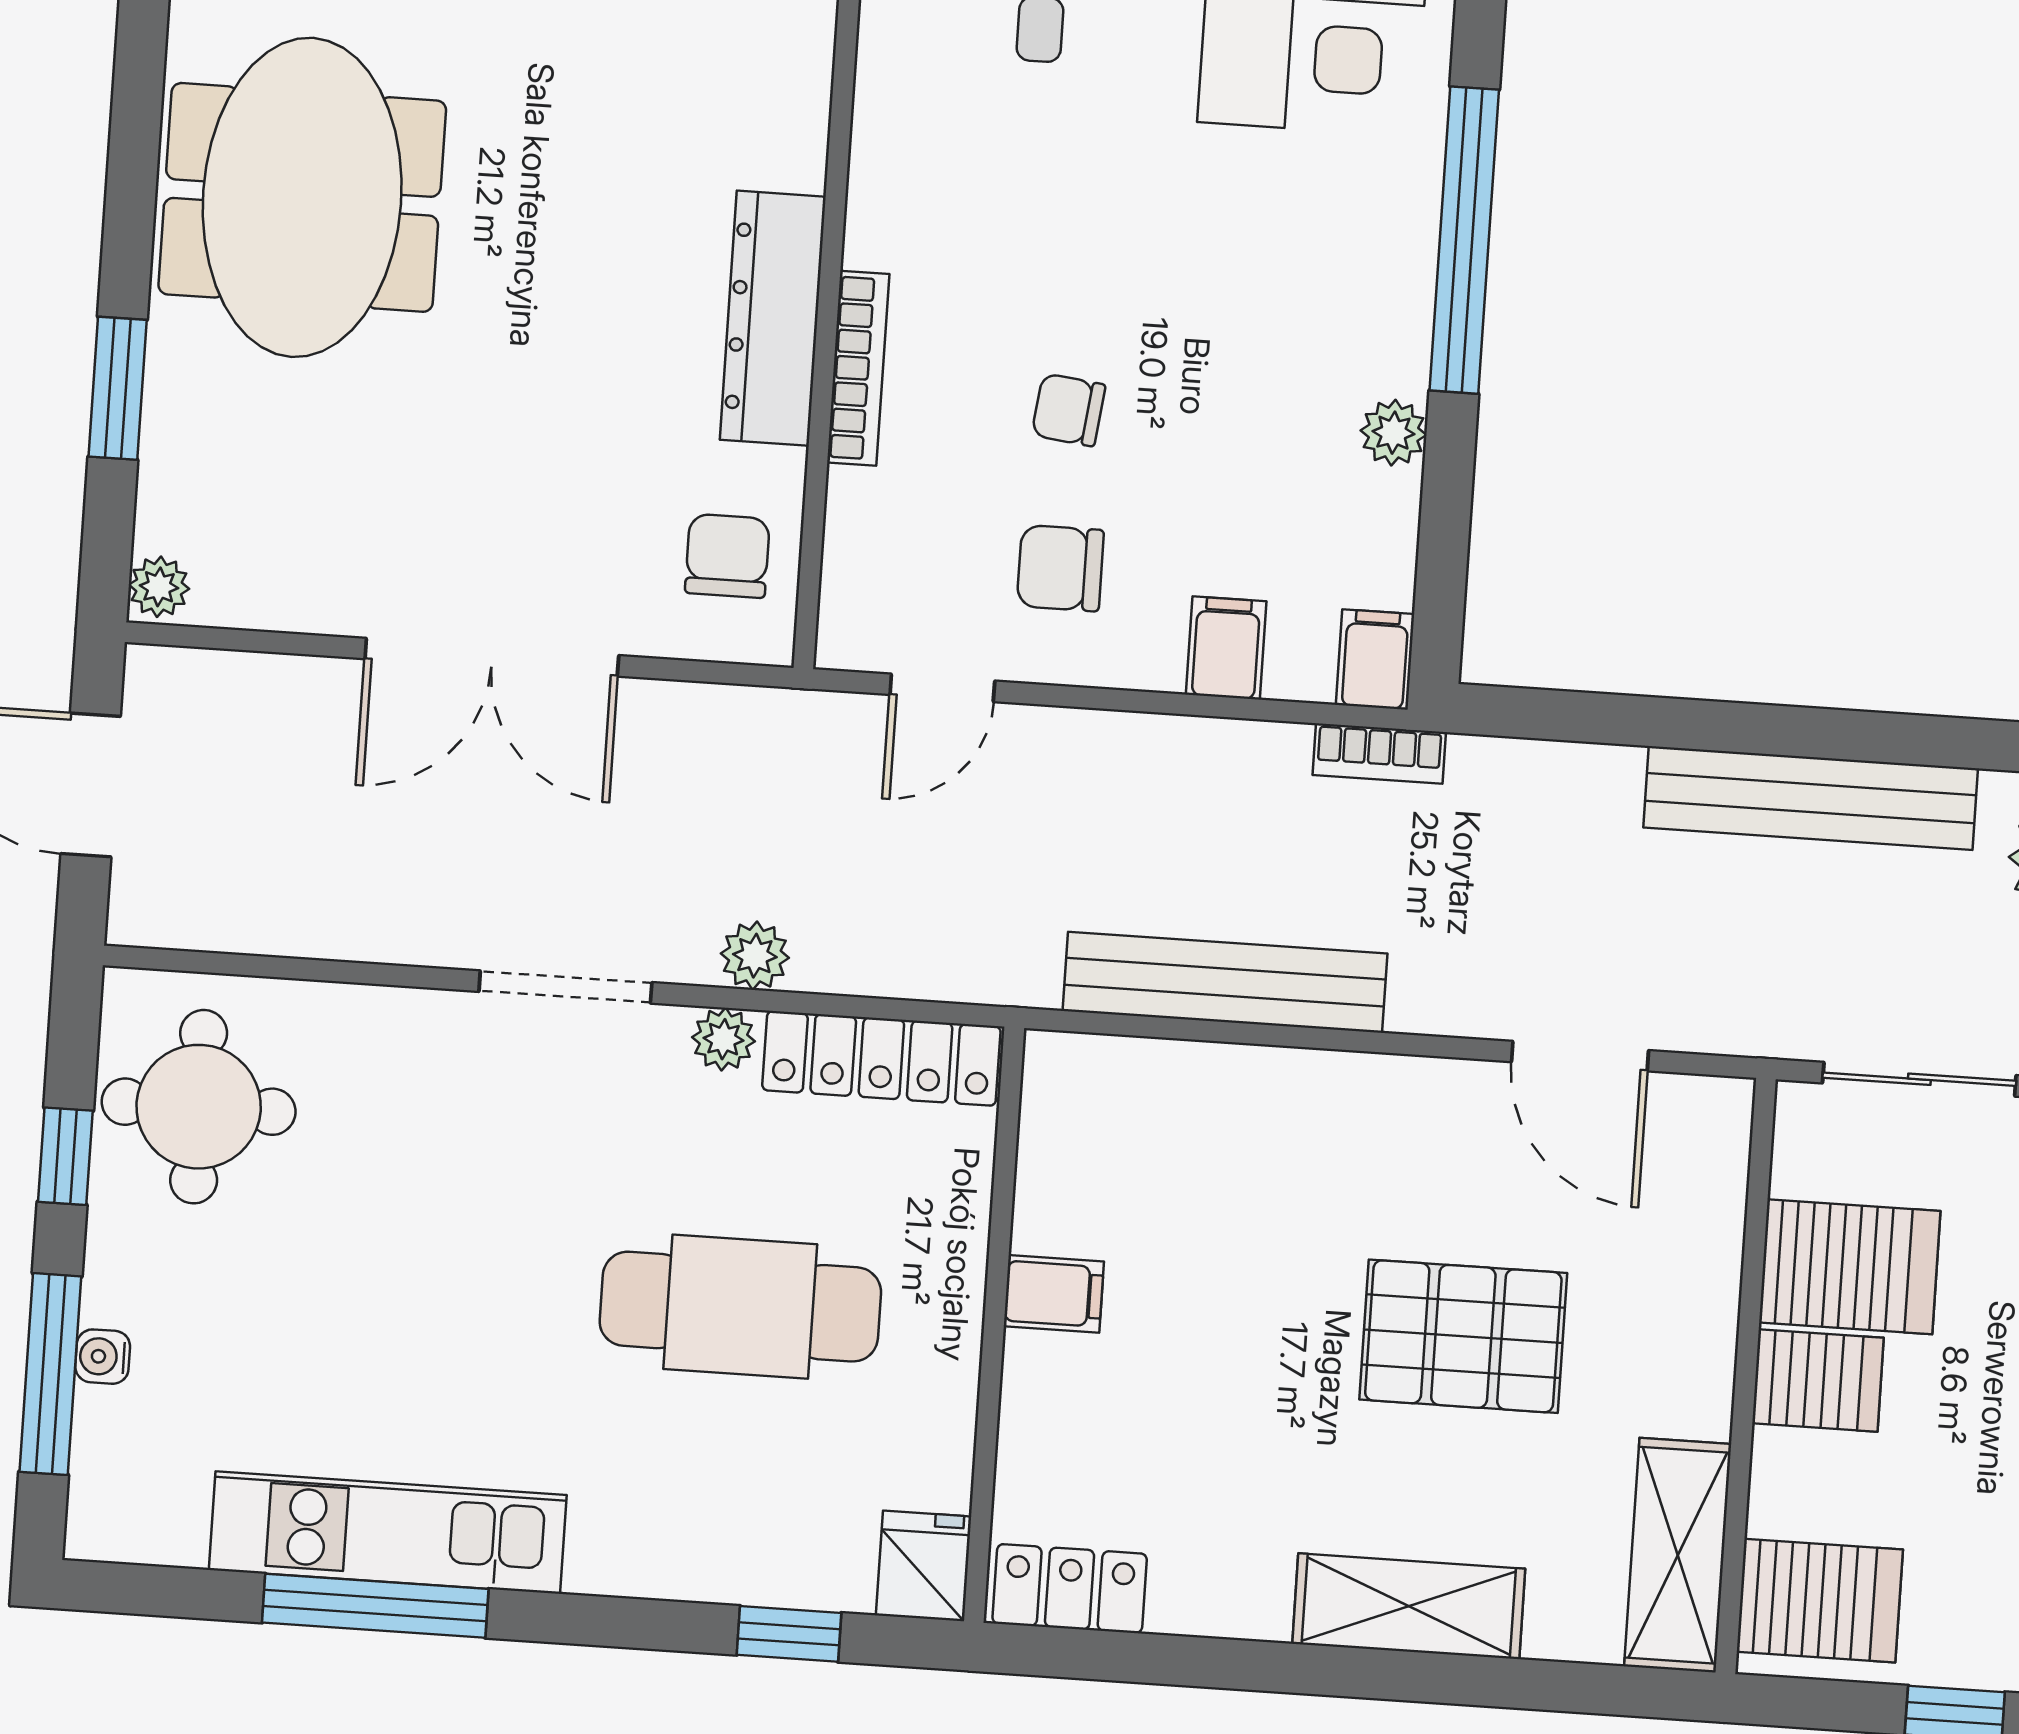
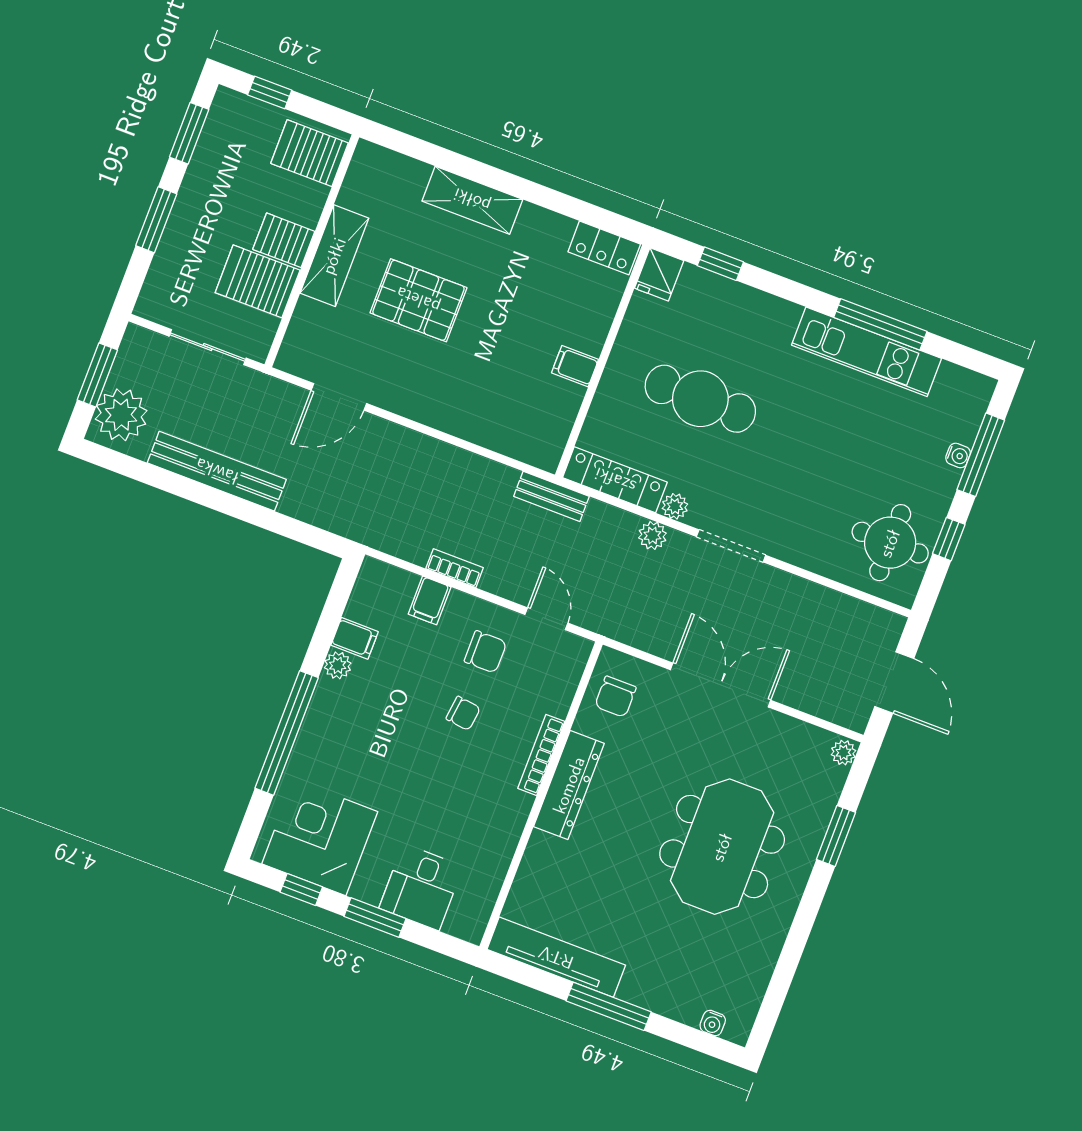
meeting table: (302, 197) -> (722, 847), moved
filing cabinet: (1375, 659) -> (355, 638), moved, turned -90
door: (942, 688) -> (546, 619), hinge flipped
bookcase: (1379, 753) -> (455, 568), moved
bench: (1225, 982) -> (551, 496), moved, width x0.54, depth x0.82
door: (1580, 1056) -> (339, 397), swing flipped
shelving: (1678, 1555) -> (334, 256), moved

